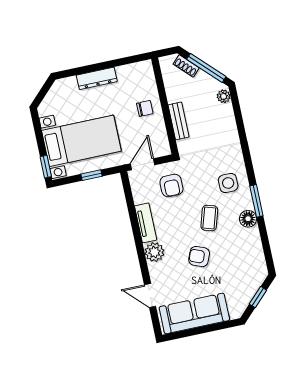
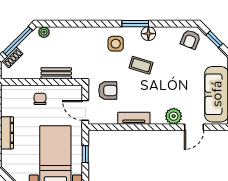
plant: (154, 252) -> (174, 116), moved
armchair: (199, 257) -> (190, 39), moved

